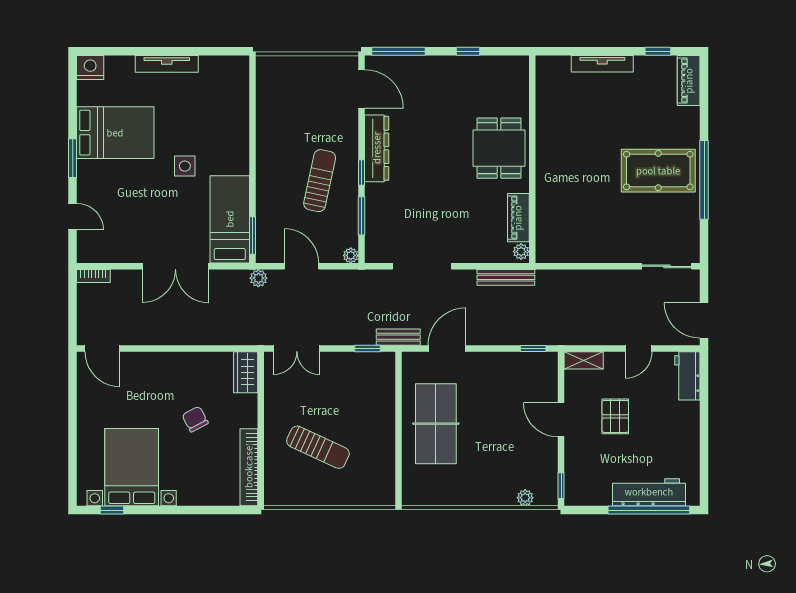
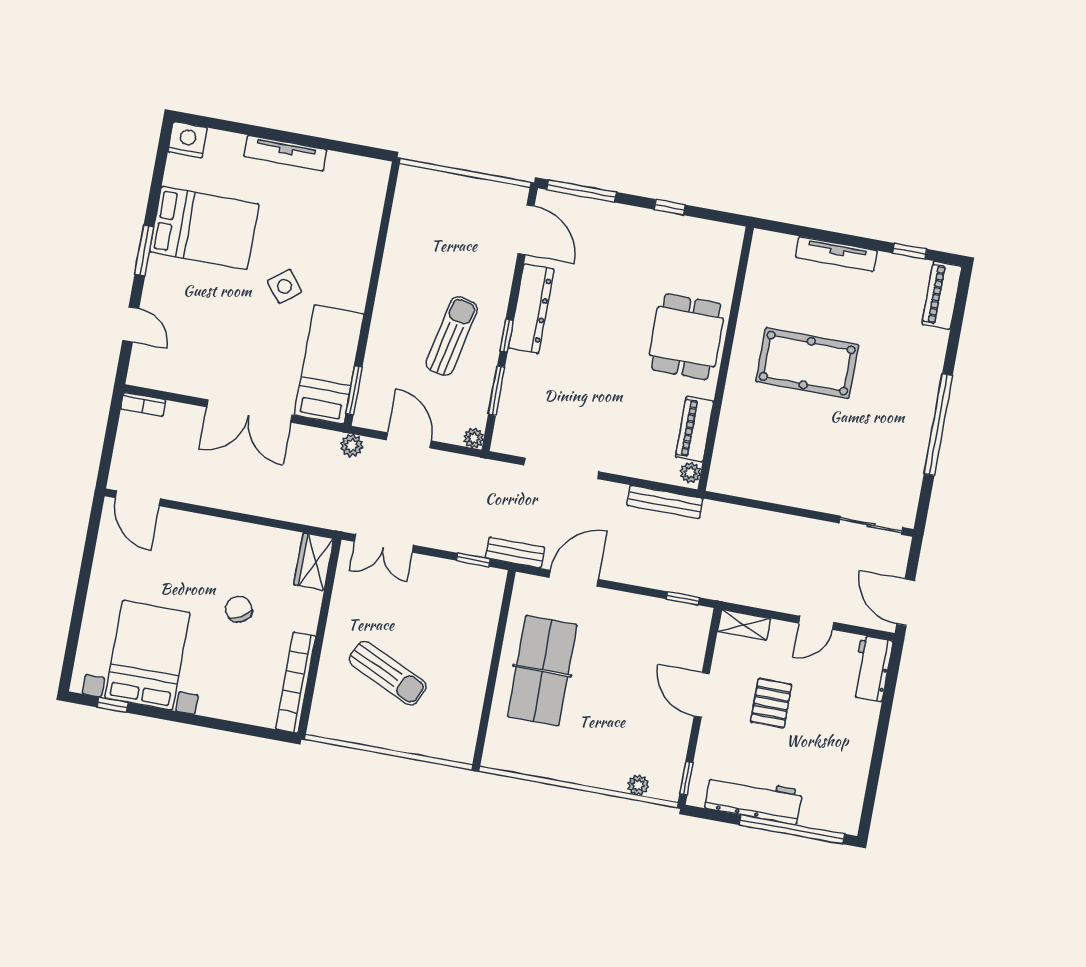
side table: (185, 166) -> (285, 286), turned -38
pool table: (658, 171) -> (807, 363), moved
workbench: (649, 492) -> (754, 799), moved

